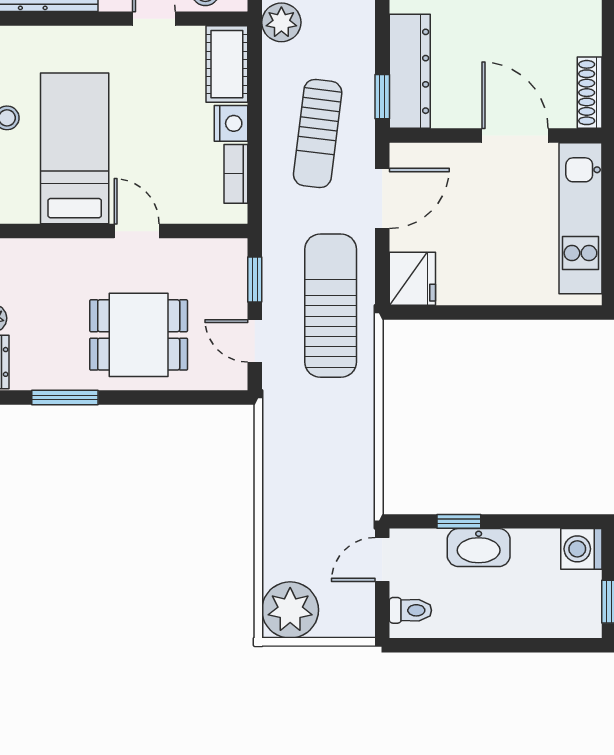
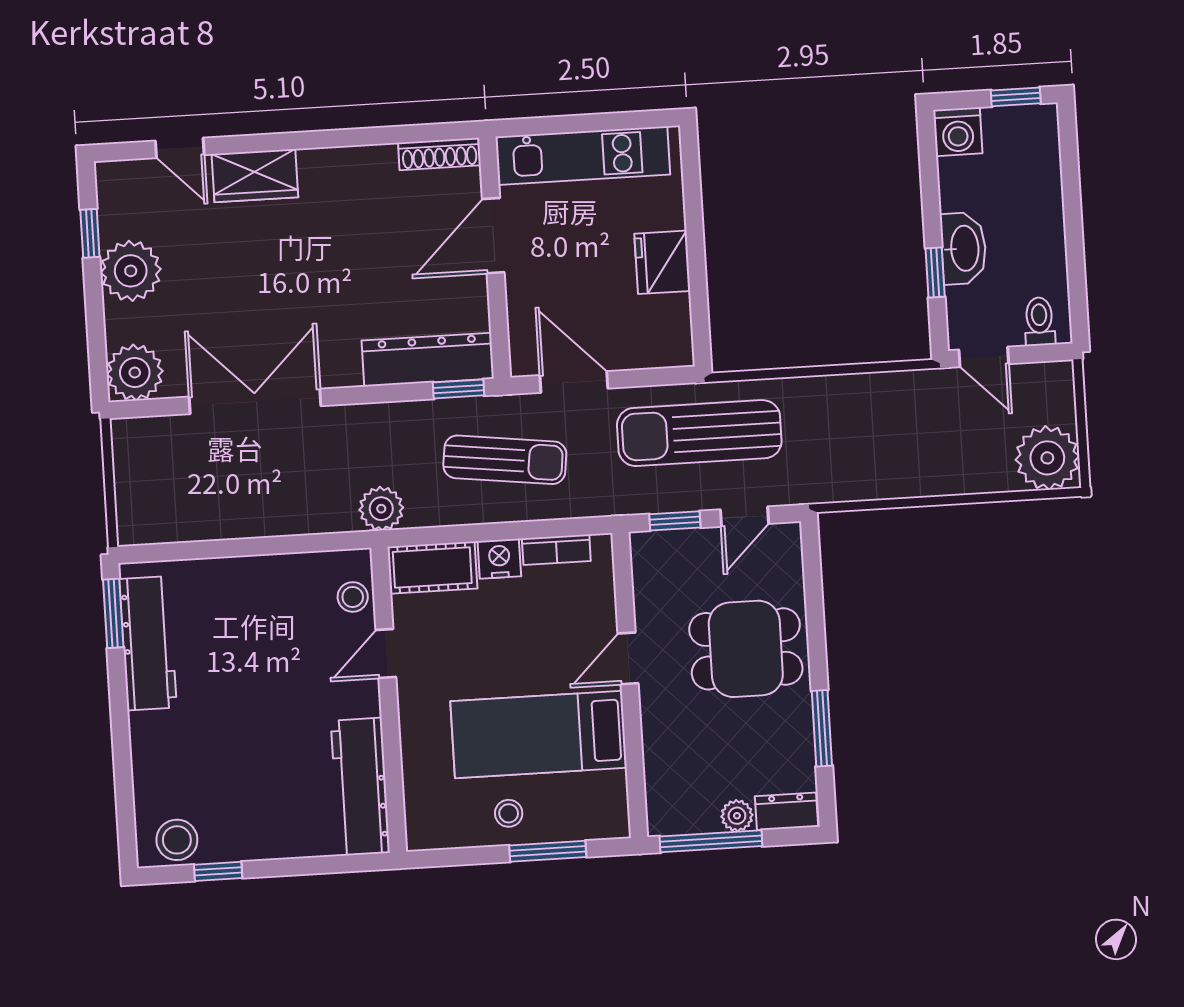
fridge: (412, 279) -> (662, 262), moved, turned -90
dining table: (139, 335) -> (746, 649), turned 90

